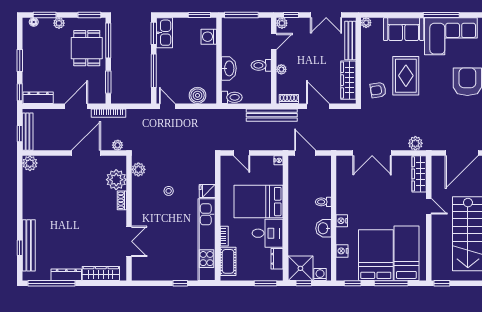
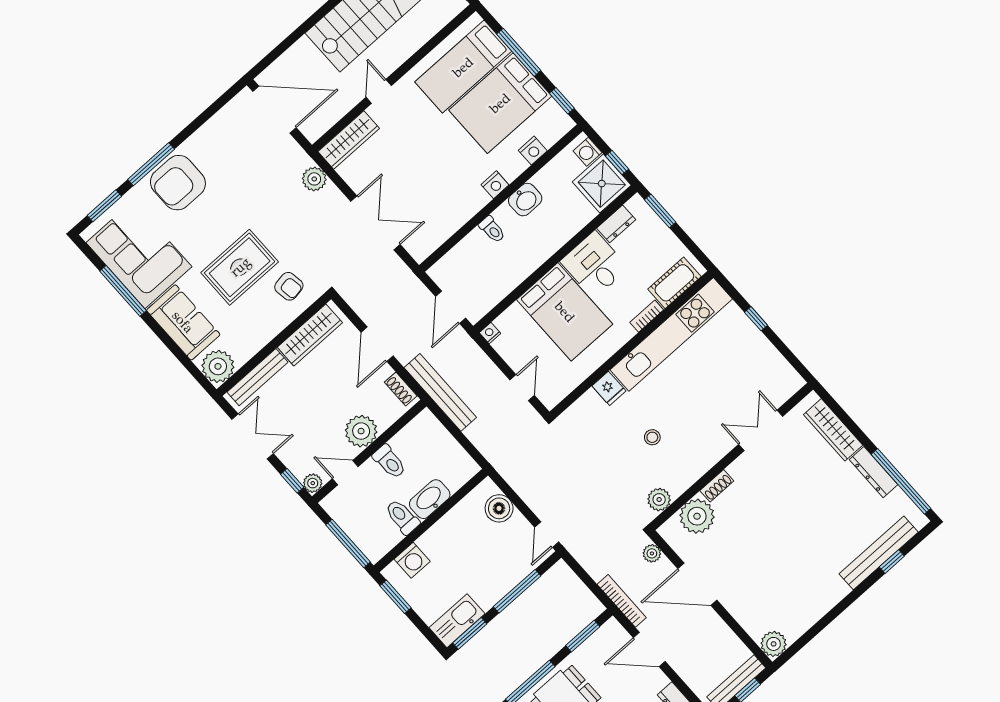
plant: (366, 23) -> (218, 366), width x1.87, depth x1.87
plant: (281, 69) -> (361, 431), width x1.88, depth x1.88
toilet: (232, 97) -> (402, 517), moved

